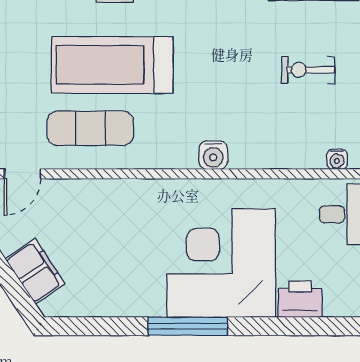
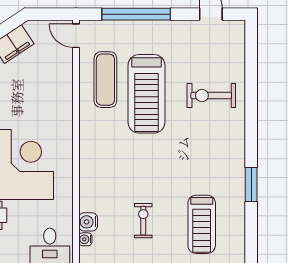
treadmill: (112, 65) -> (146, 94), turned 180
water cooler: (213, 155) -> (88, 222), moved

